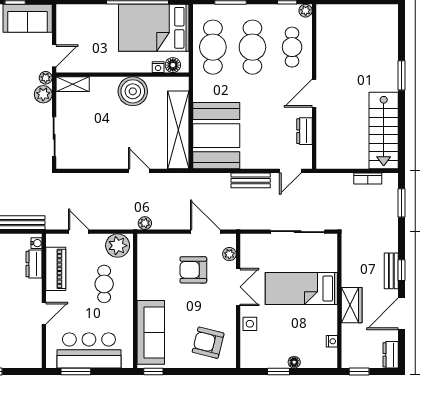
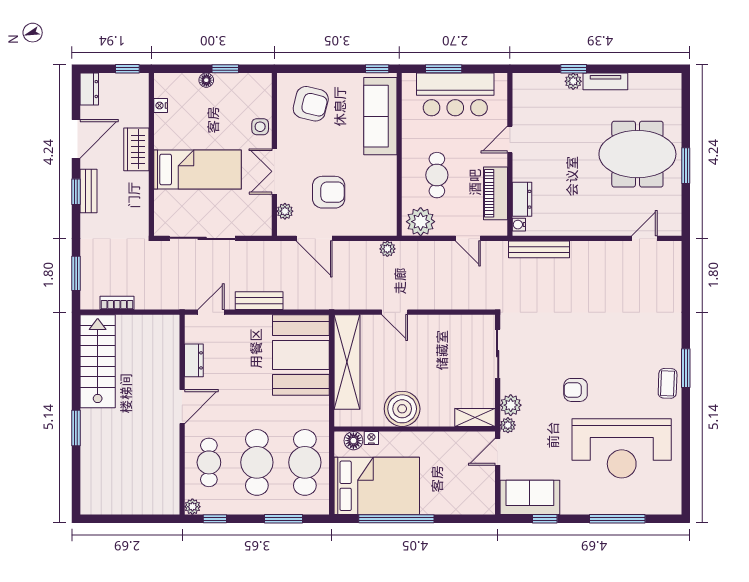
window: (76, 371) -> (444, 69), moved

